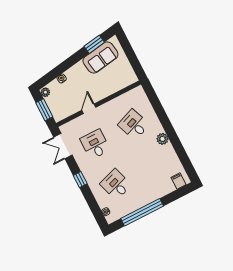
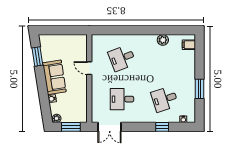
sofa: (100, 58) -> (54, 77), moved
door: (89, 109) -> (89, 68), moved
plant: (162, 139) -> (163, 40), moved
window: (80, 180) -> (162, 127), moved
window: (142, 212) -> (199, 89), width x0.47

